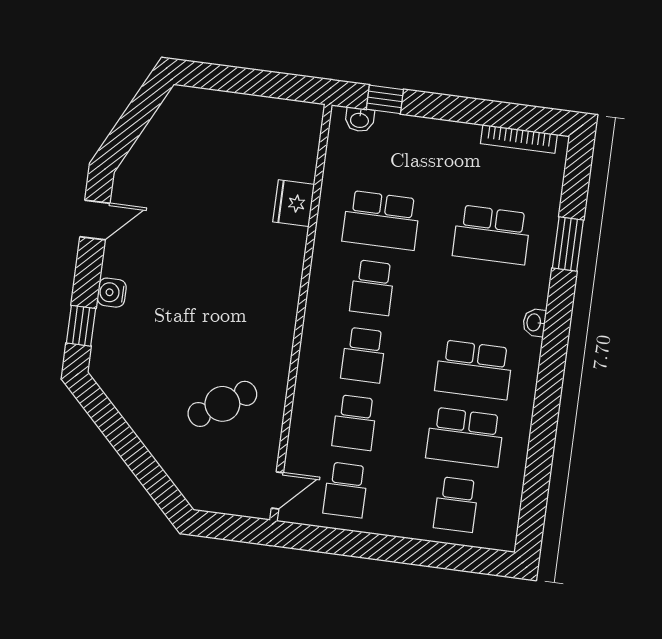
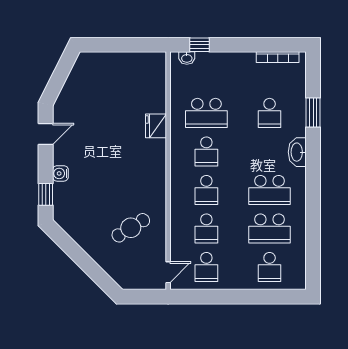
fridge: (294, 203) -> (156, 126), moved
school desk: (492, 235) -> (270, 113), width x0.54
washbasin: (534, 322) -> (297, 152), width x1.91, depth x1.45

